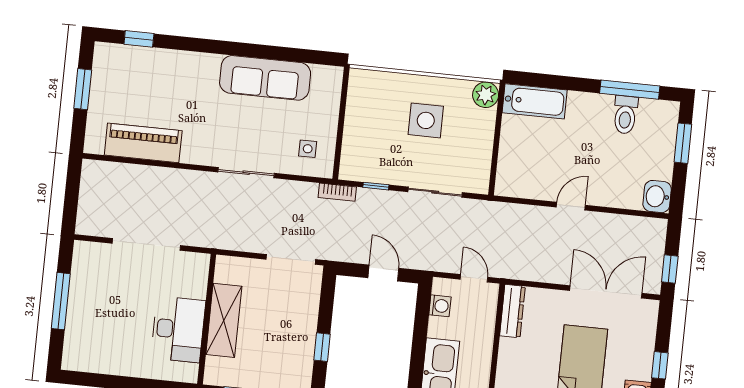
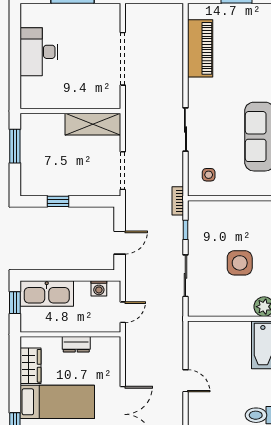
dresser: (512, 311) -> (76, 344), moved, width x0.70
shelving: (224, 320) -> (93, 124), moved
desk: (178, 329) -> (39, 52), moved, turned 90

